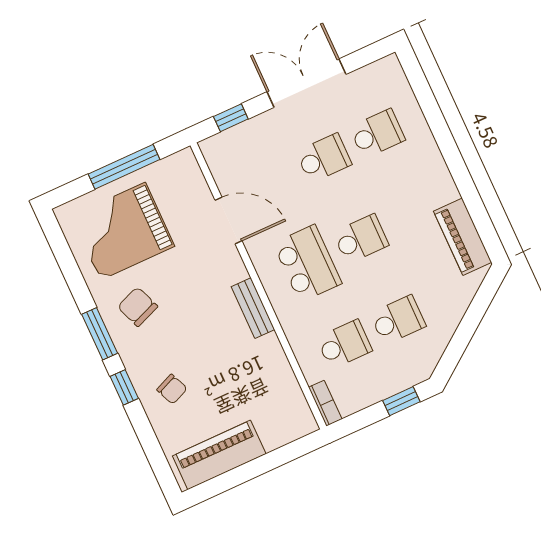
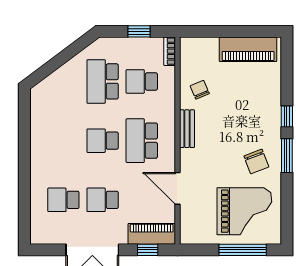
window: (124, 167) -> (243, 250), moved
piano: (463, 237) -> (152, 234), moved, turned -90
school desk: (398, 320) -> (103, 81), width x1.85
chair: (172, 389) -> (200, 90), moved
window: (401, 401) -> (139, 31), moved

